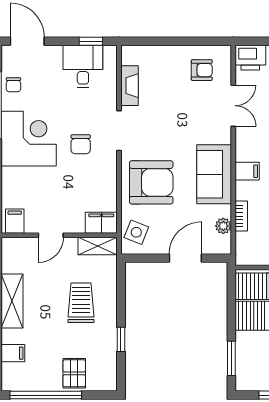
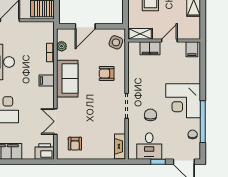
window: (91, 41) -> (158, 162), moved
armchair: (202, 70) -> (75, 144), turned -90
fireplace: (130, 86) -> (120, 146), moved
chair: (81, 144) -> (150, 115), moved
armchair: (151, 182) -> (107, 74), width x0.53, depth x0.53
filing cabinet: (101, 223) -> (150, 48), moved

